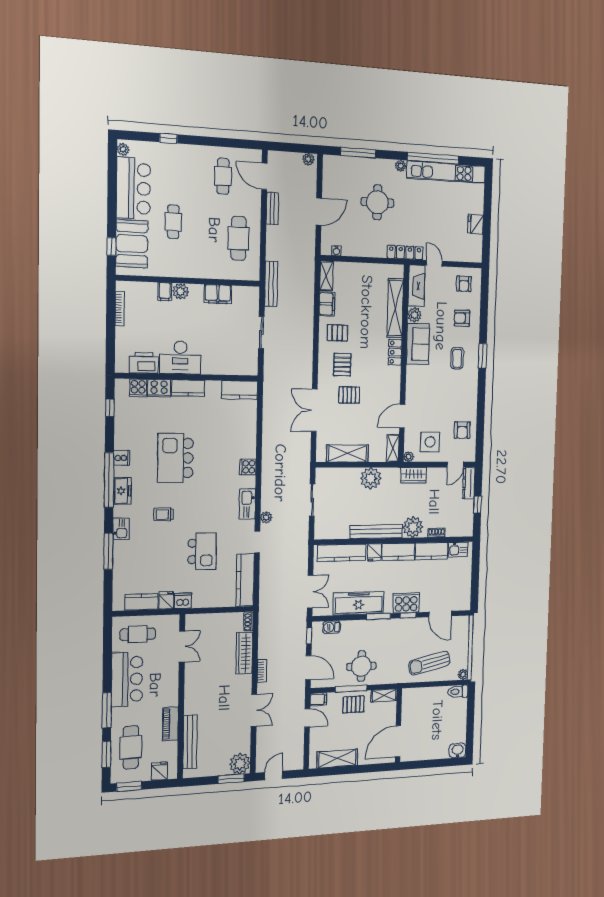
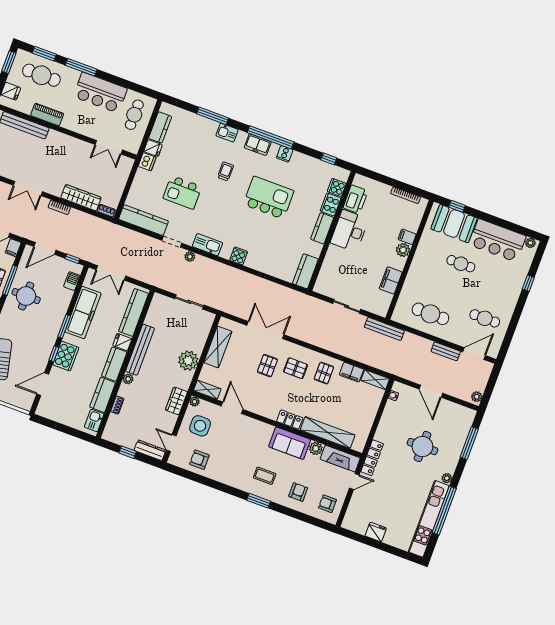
plant: (413, 527) -> (128, 379), width x0.53, depth x0.53

